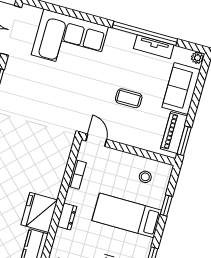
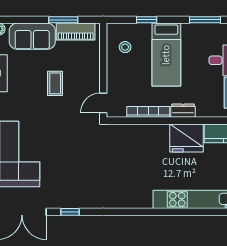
window: (184, 141) -> (63, 20), moved
bookcase: (77, 174) -> (148, 112), width x1.56

